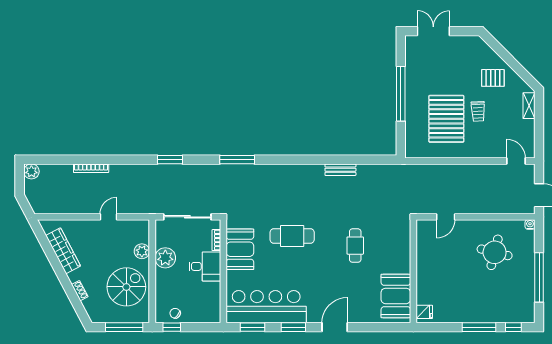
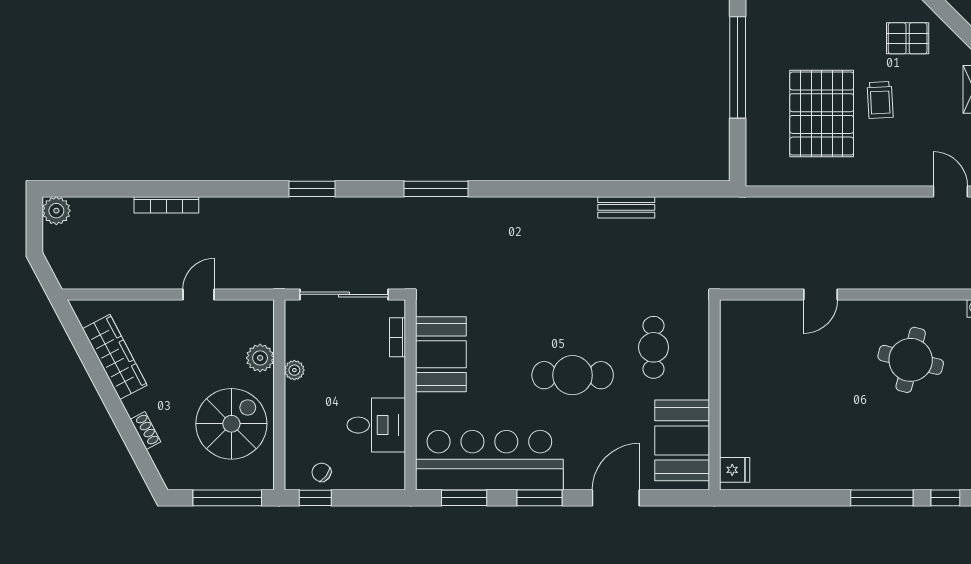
cafe table: (292, 236) -> (573, 375), moved
plant: (165, 258) -> (294, 370), width x0.53, depth x0.53
desk: (205, 266) -> (376, 425), moved
wall: (413, 271) -> (714, 395), moved
booth: (396, 296) -> (682, 440), moved
fridge: (424, 312) -> (735, 470), moved

